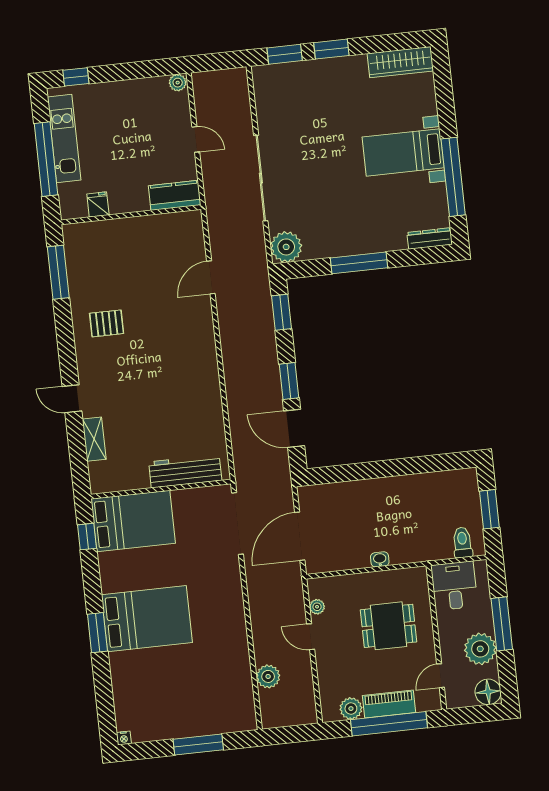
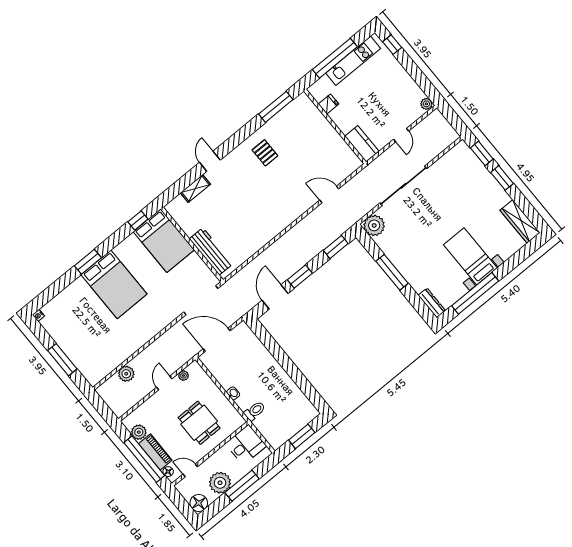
toilet: (462, 542) -> (255, 411), moved
floor lamp: (424, 704) -> (168, 472), added

